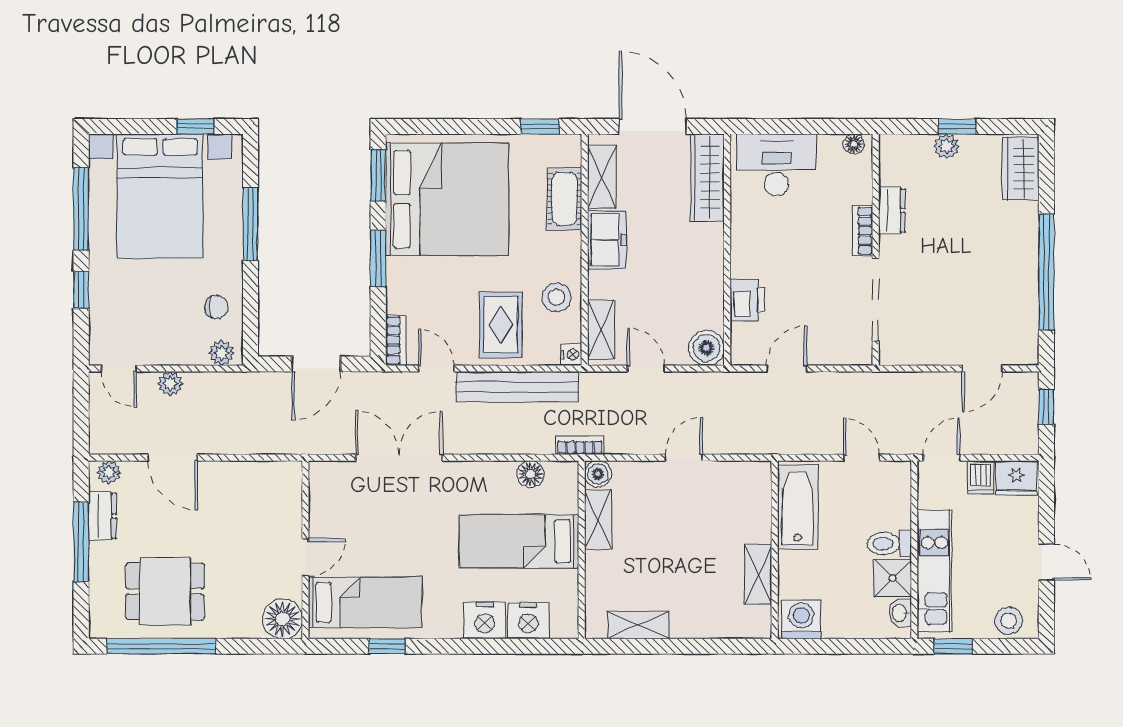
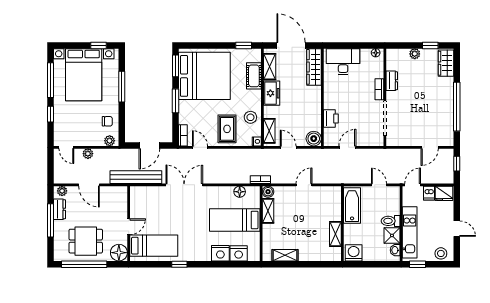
window: (957, 126) -> (430, 45), moved
bench: (517, 387) -> (136, 177), moved
wall: (305, 550) -> (129, 224), moved
door: (305, 557) -> (129, 227), moved
bed: (365, 602) -> (154, 246), moved
floor lamp: (282, 619) -> (119, 253), moved

